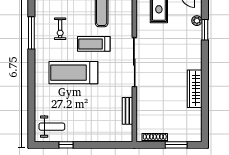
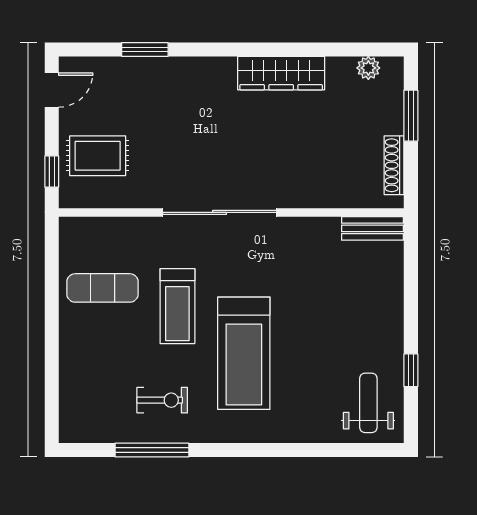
plant: (197, 21) -> (368, 68), moved
exercise bike: (60, 29) -> (162, 400), moved
bench: (127, 111) -> (372, 228), moved

